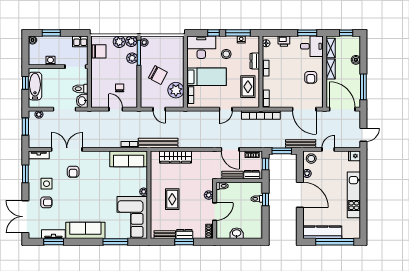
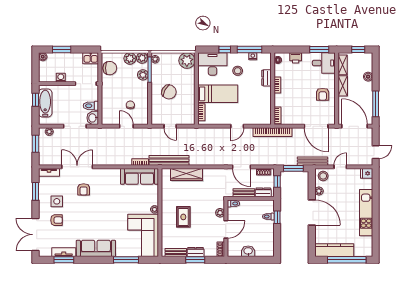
rug: (248, 87) -> (259, 104), removed
plant: (176, 90) -> (187, 61), moved

